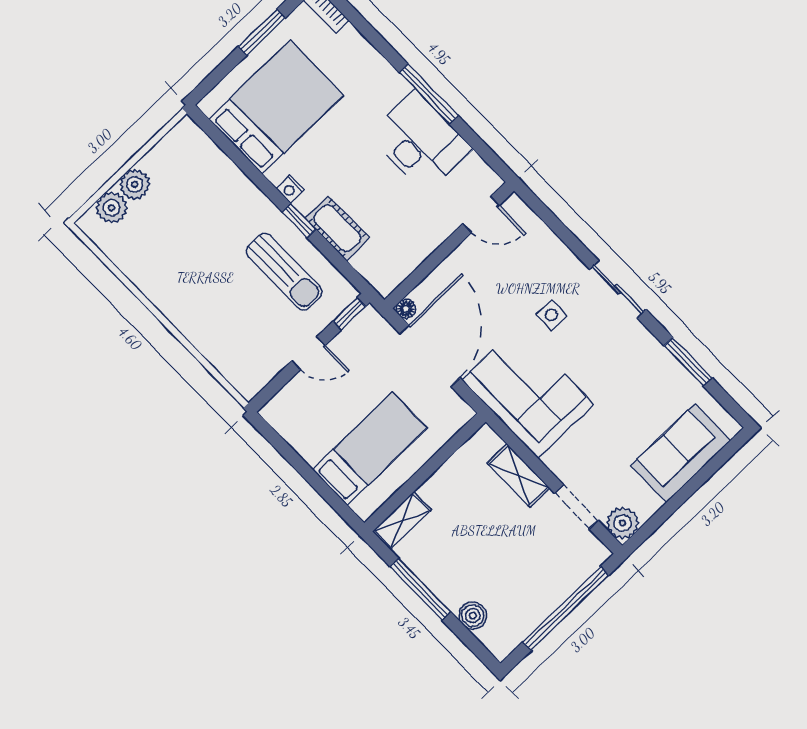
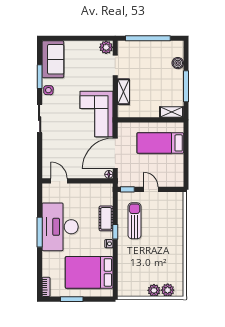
desk: (420, 141) -> (60, 227), width x1.36, depth x1.30
side table: (551, 315) -> (48, 90), moved
sofa: (681, 453) -> (53, 59), moved, turned -90

